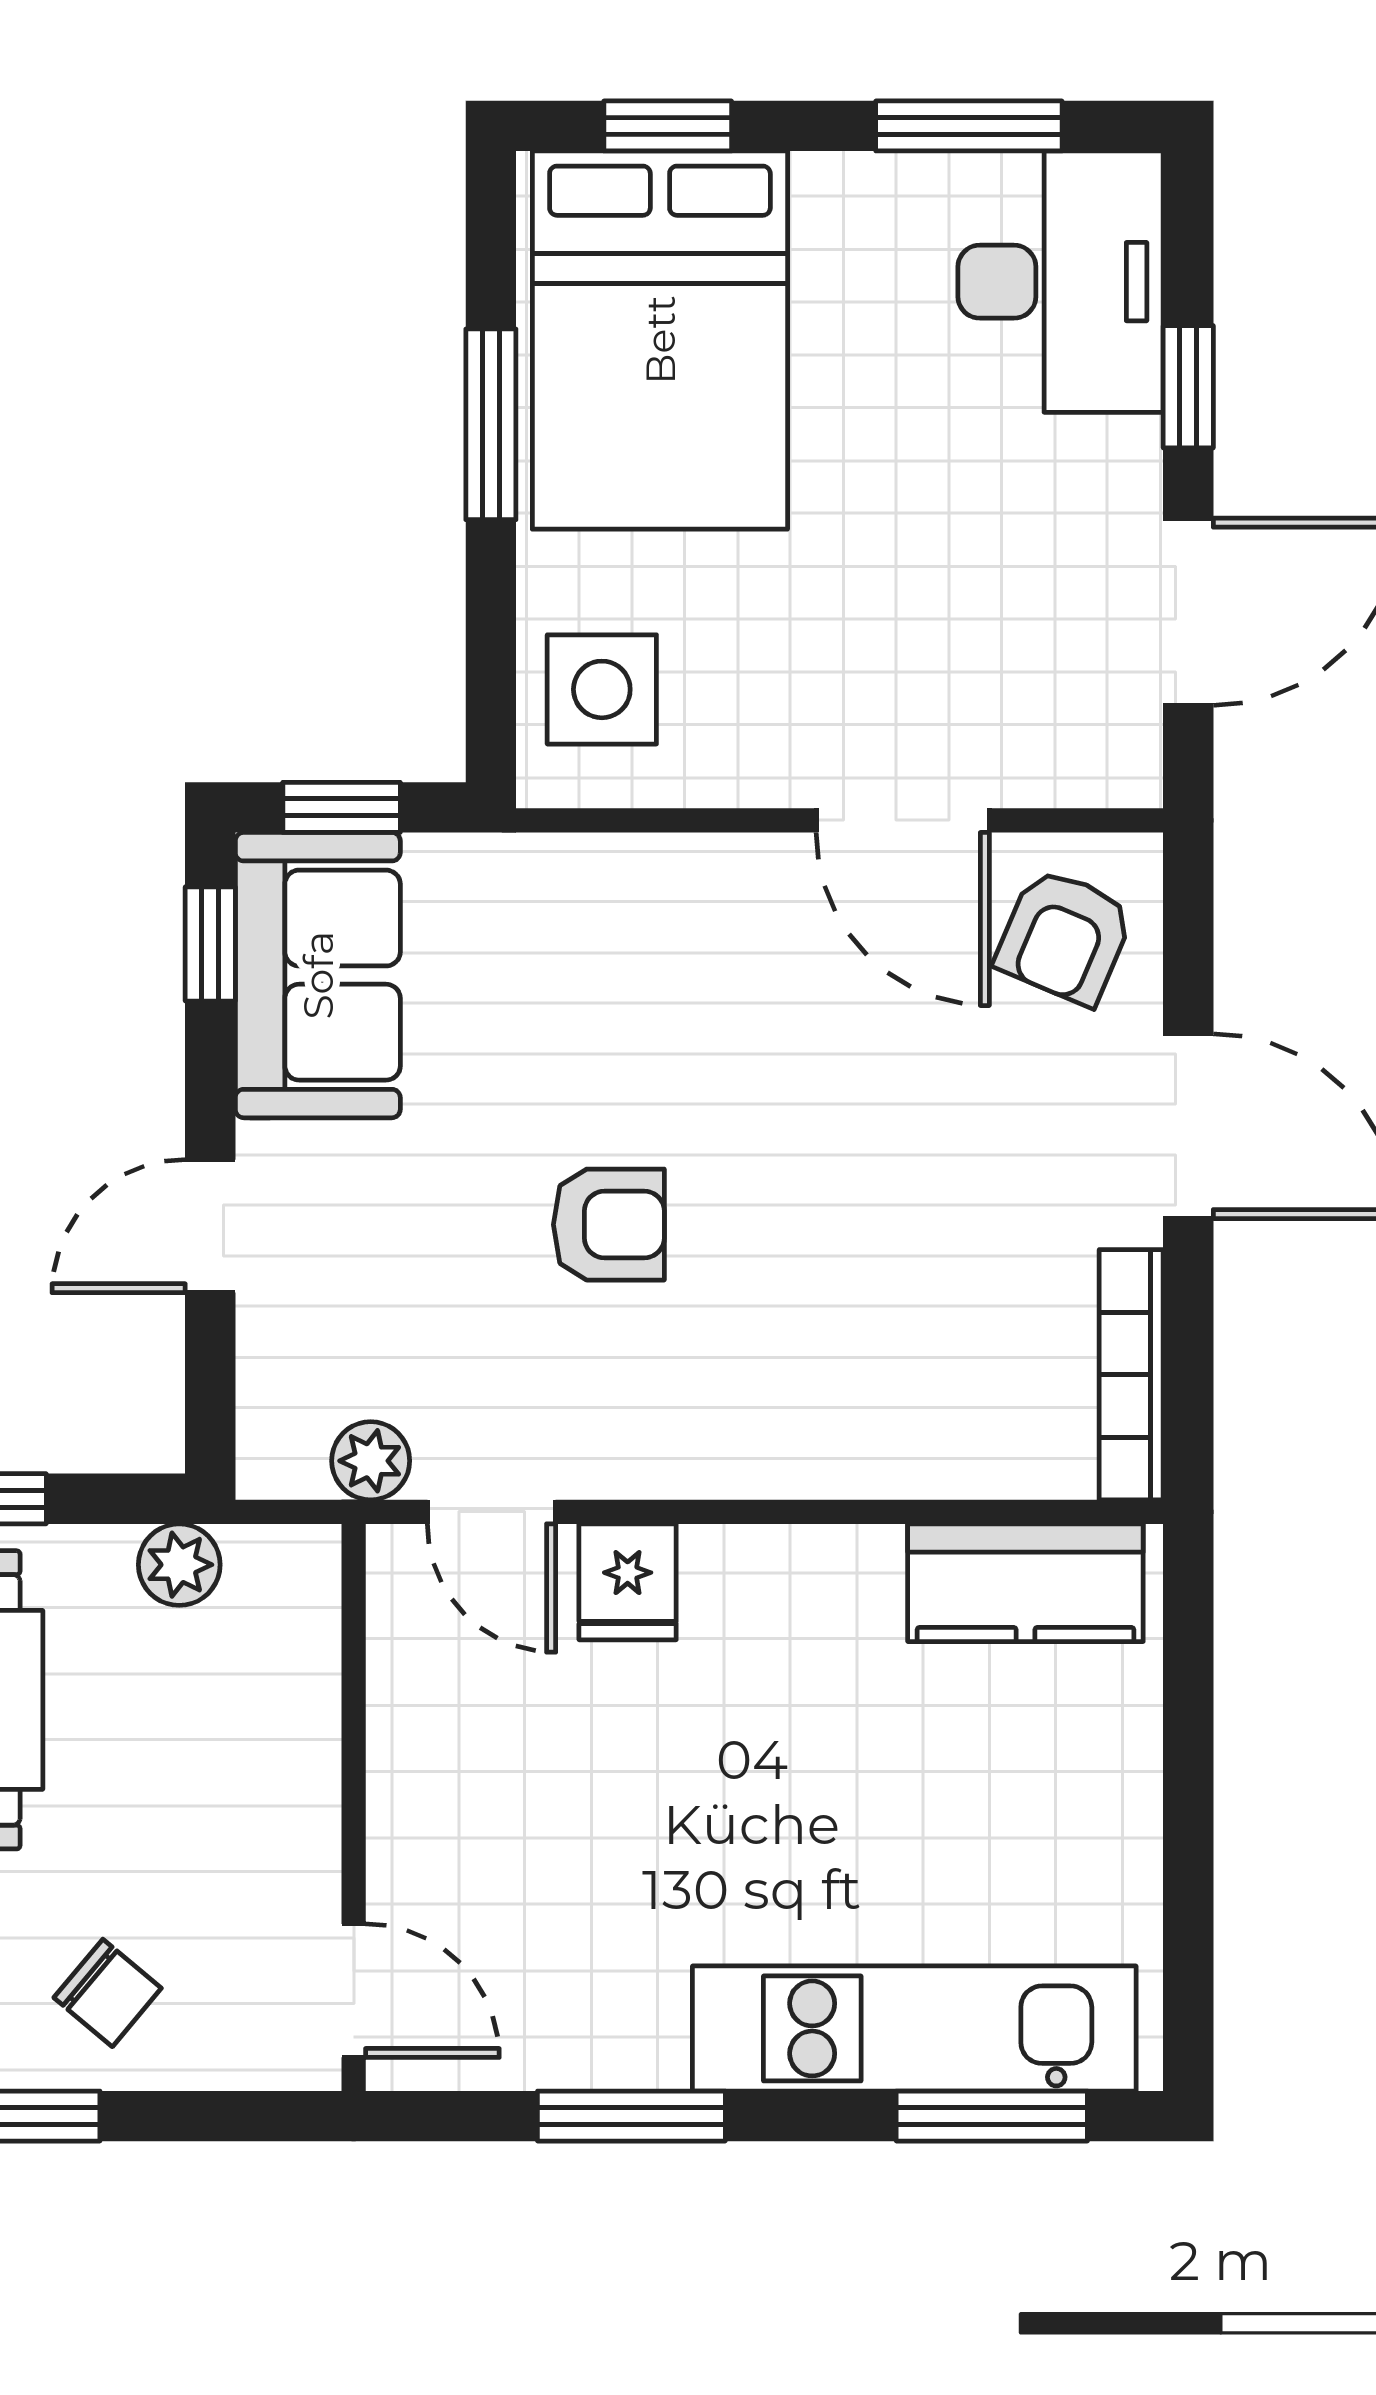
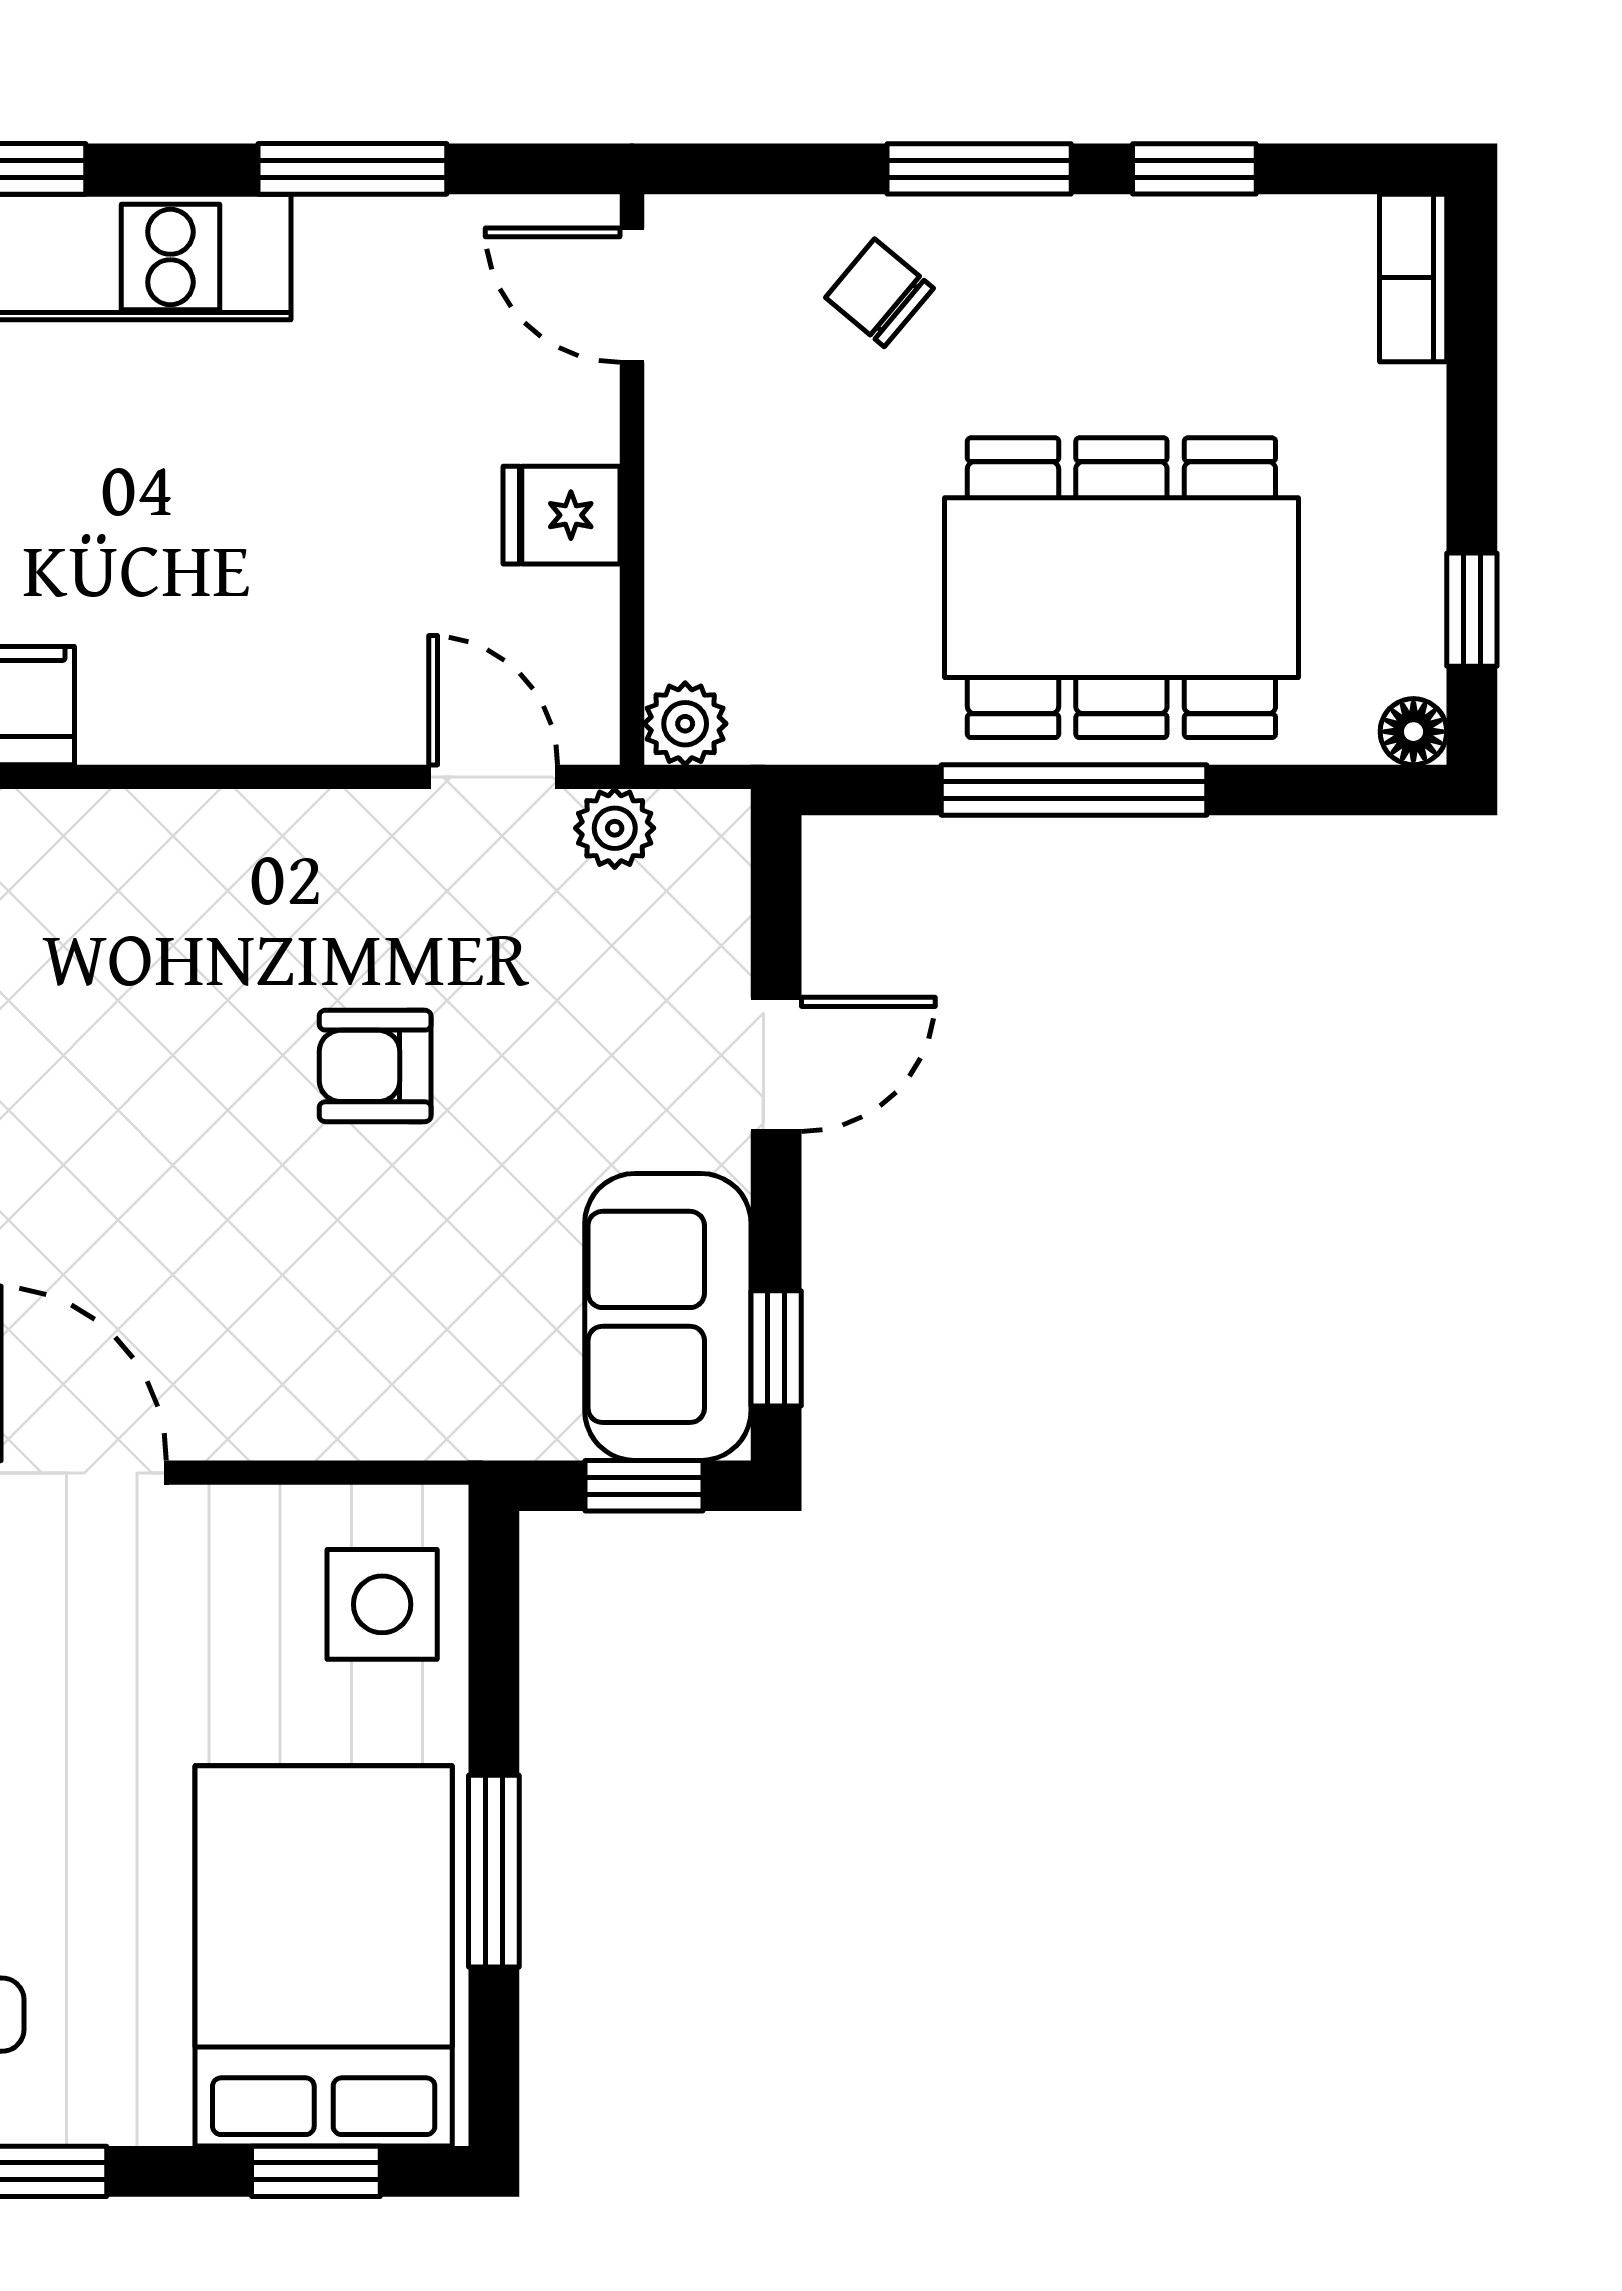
plant: (179, 1565) -> (685, 724), moved
fridge: (628, 1582) -> (561, 515), moved, turned -90

